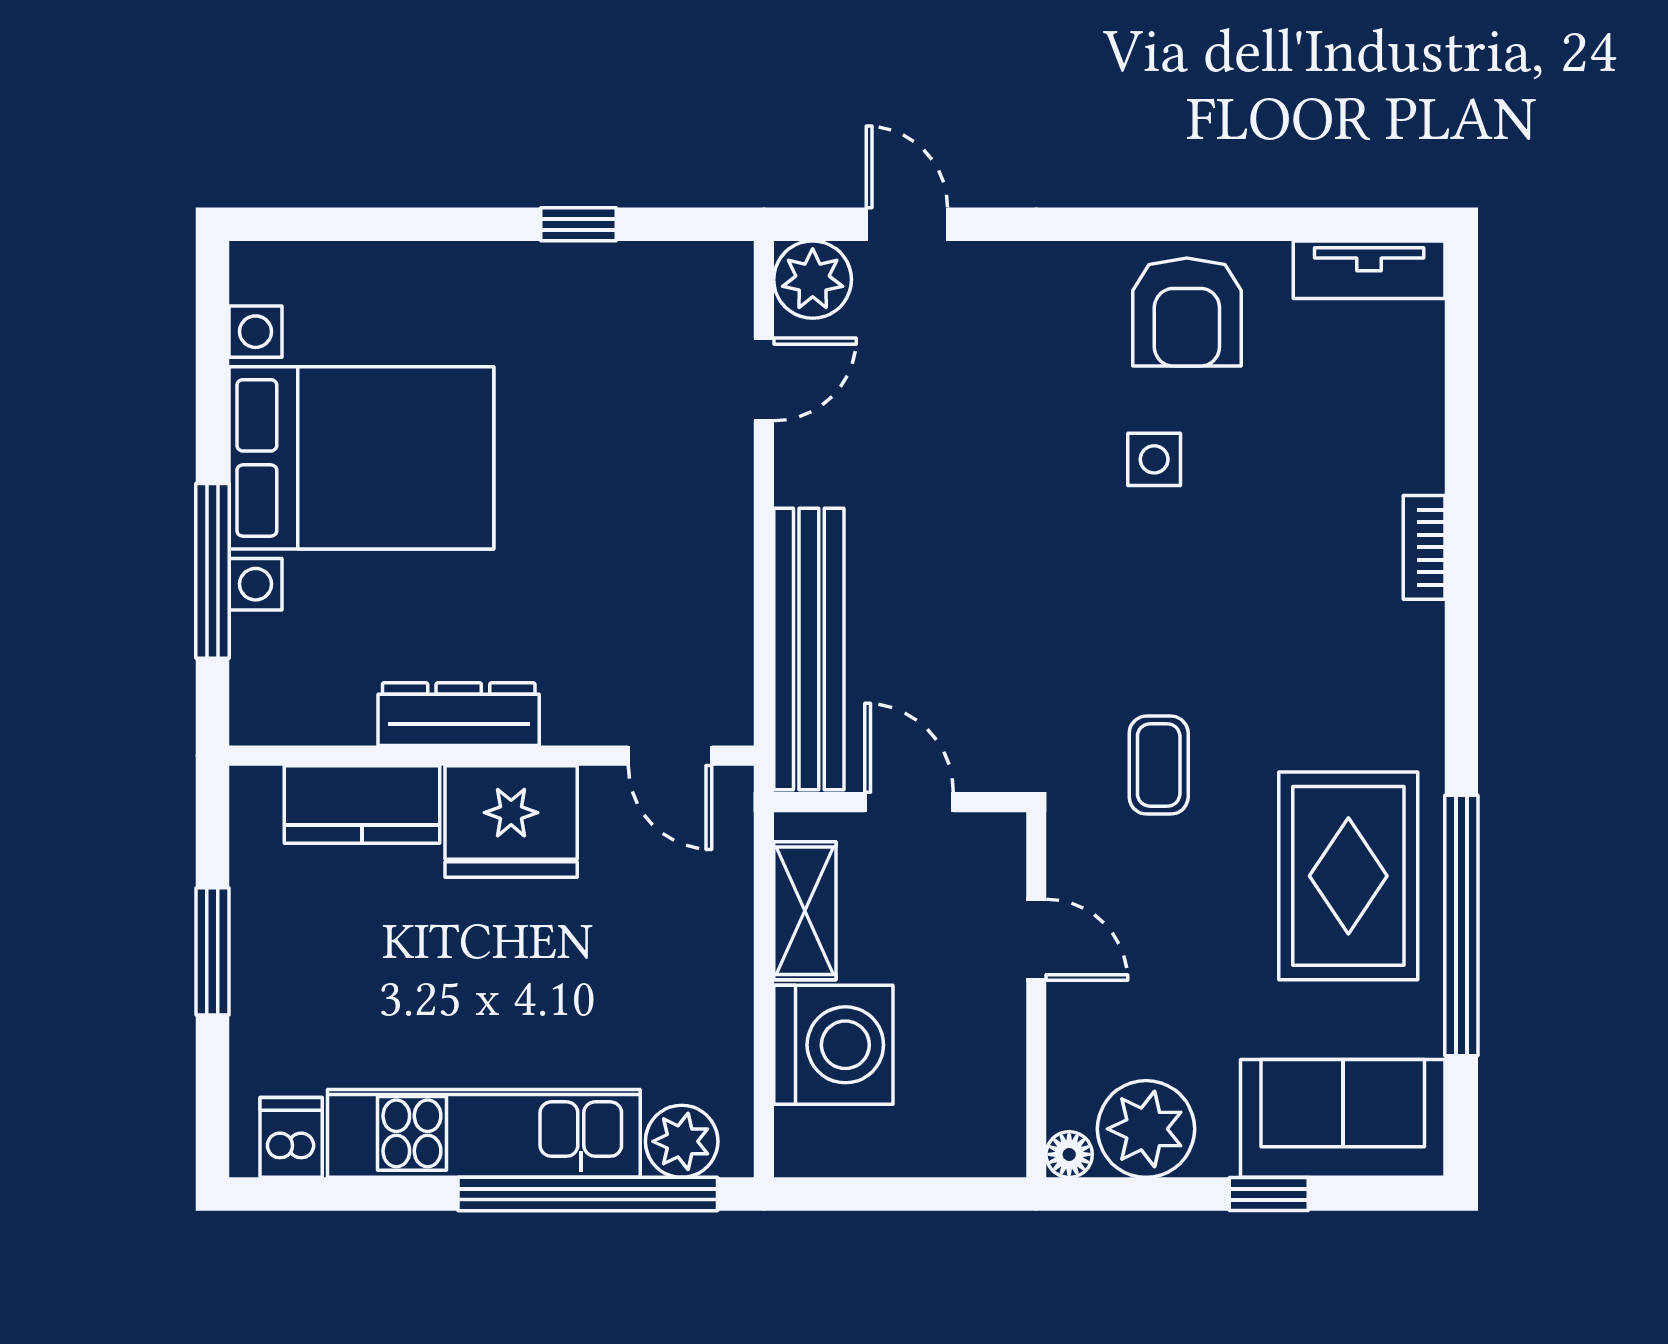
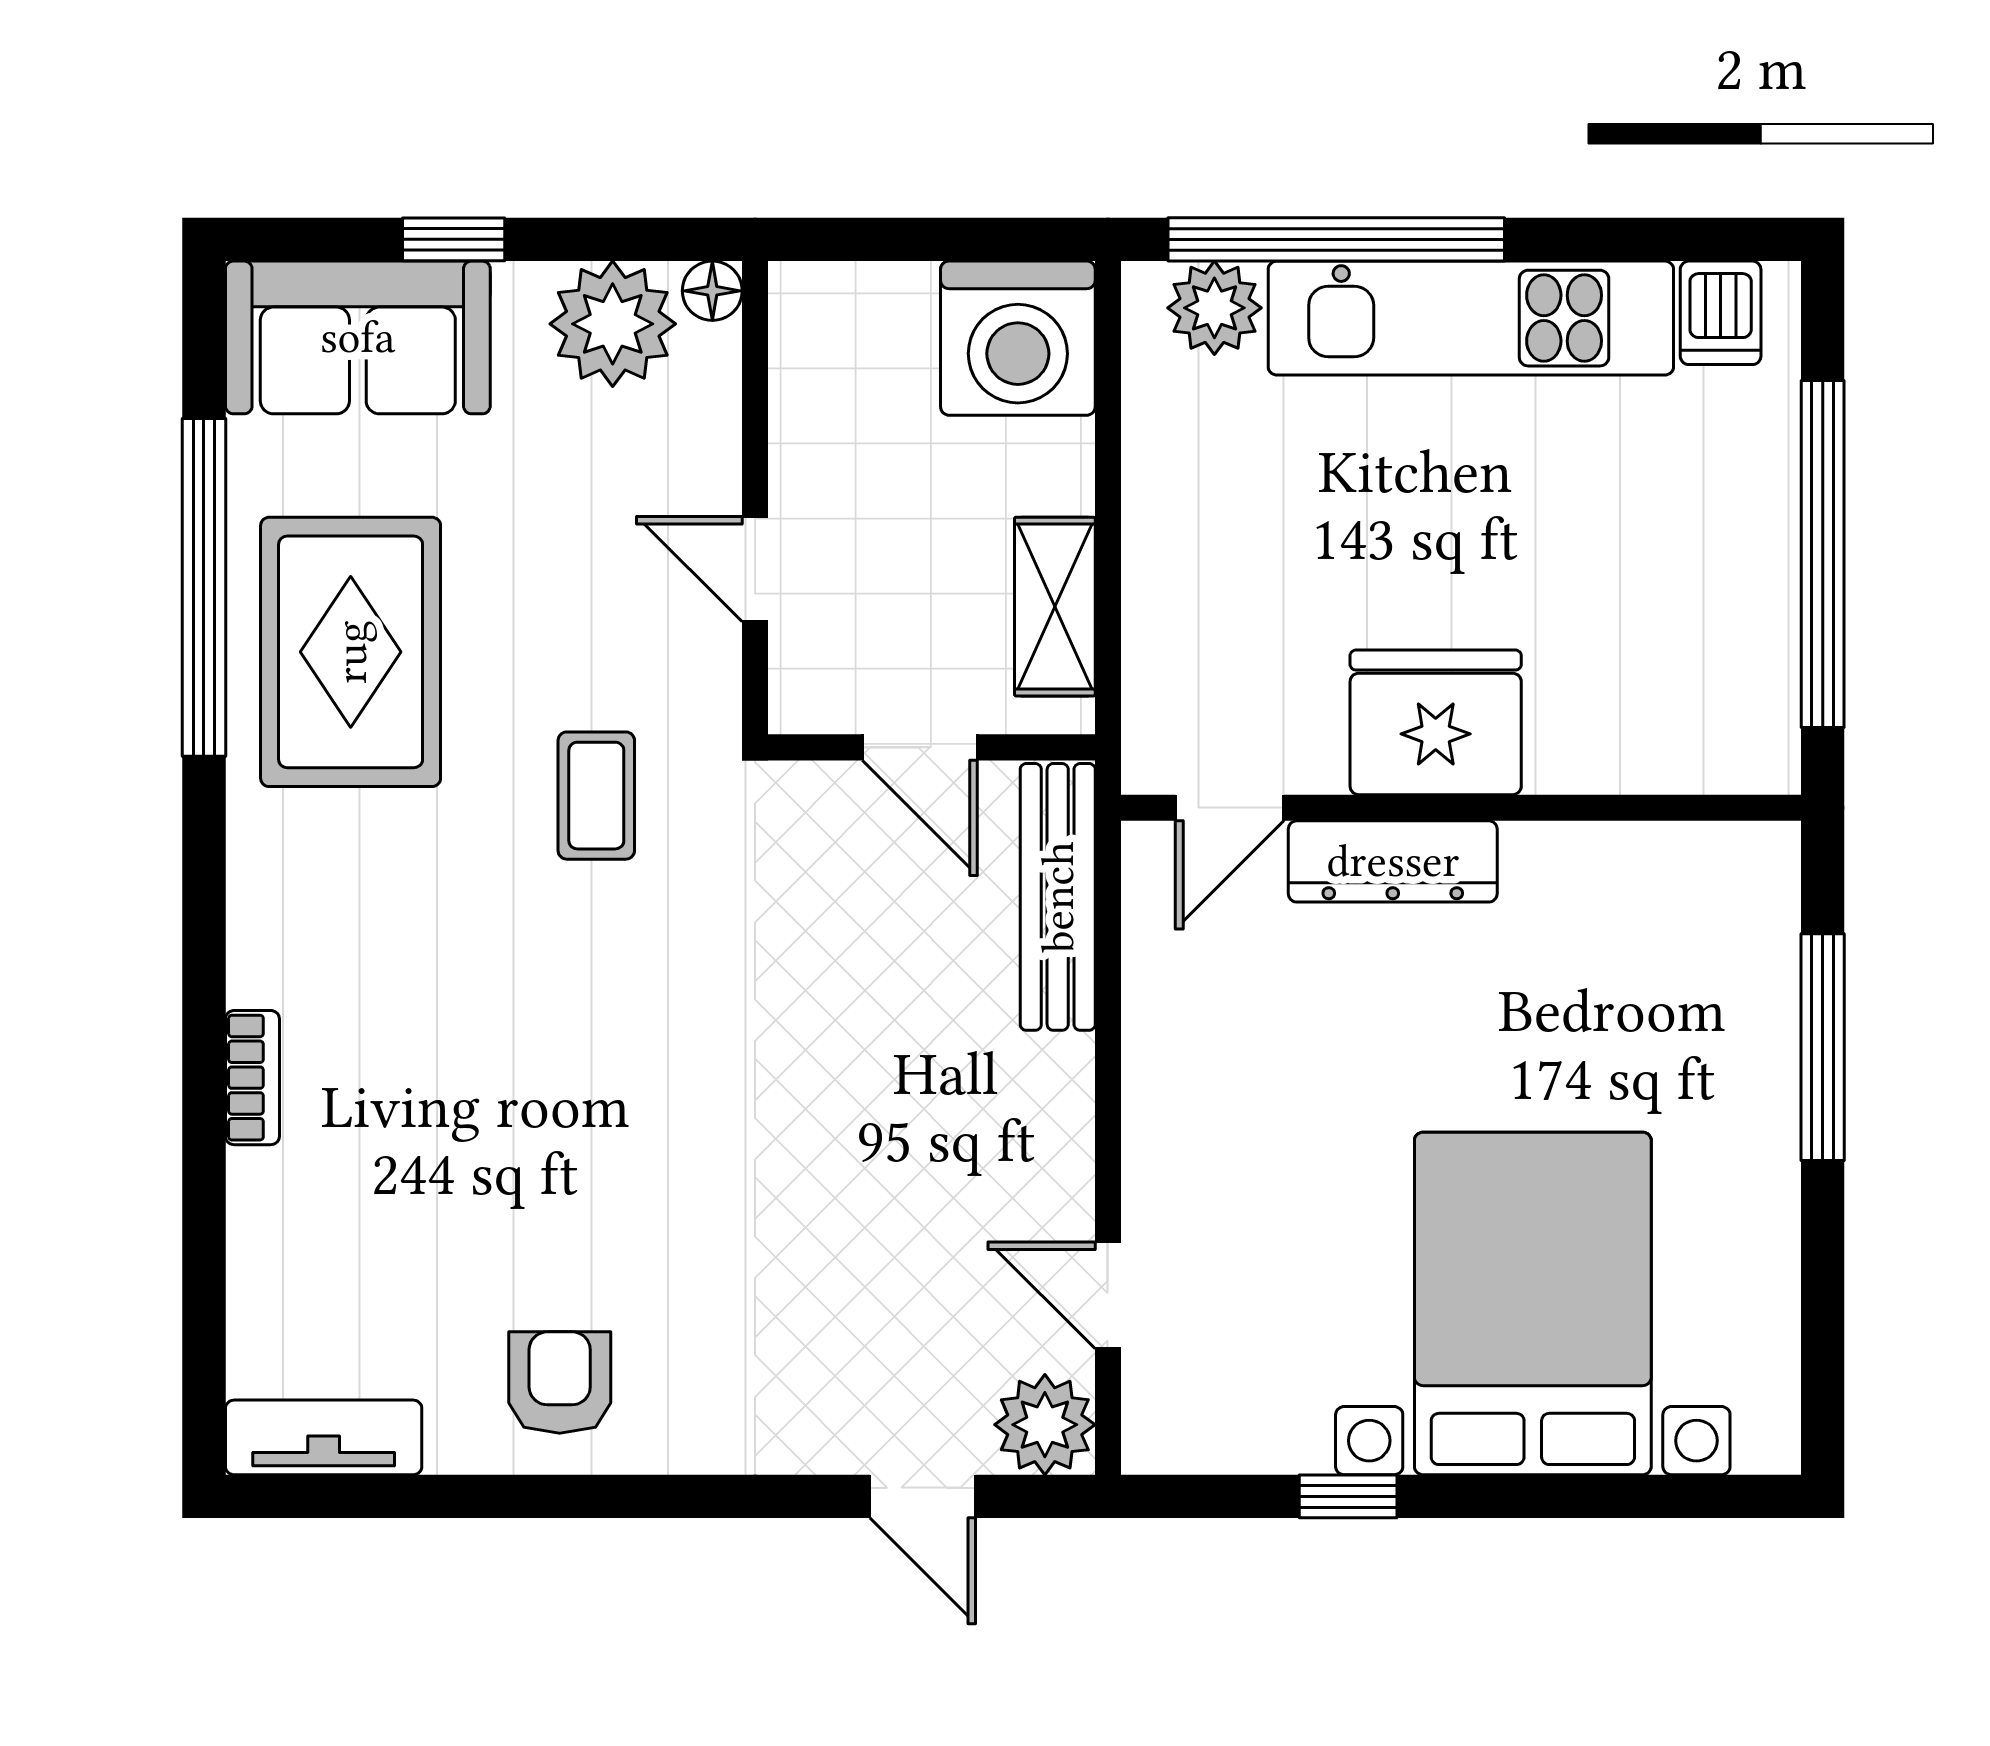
armchair: (1187, 312) -> (560, 1383), width x0.72, depth x0.72
door: (764, 379) -> (1108, 1295), hinge flipped
bed with nightstands: (361, 458) -> (1533, 1303), moved, turned 90
side table: (1154, 459) -> (602, 1192), removed
bench: (809, 649) -> (1058, 897), width x0.73, depth x0.82
dresser: (459, 714) -> (1393, 861), moved
door: (670, 756) -> (1230, 808), swing flipped
kitchen counter: (362, 804) -> (1629, 744), removed
window: (212, 951) -> (1823, 554), width x2.11
washing machine: (833, 1045) -> (1018, 338), moved, turned -90

